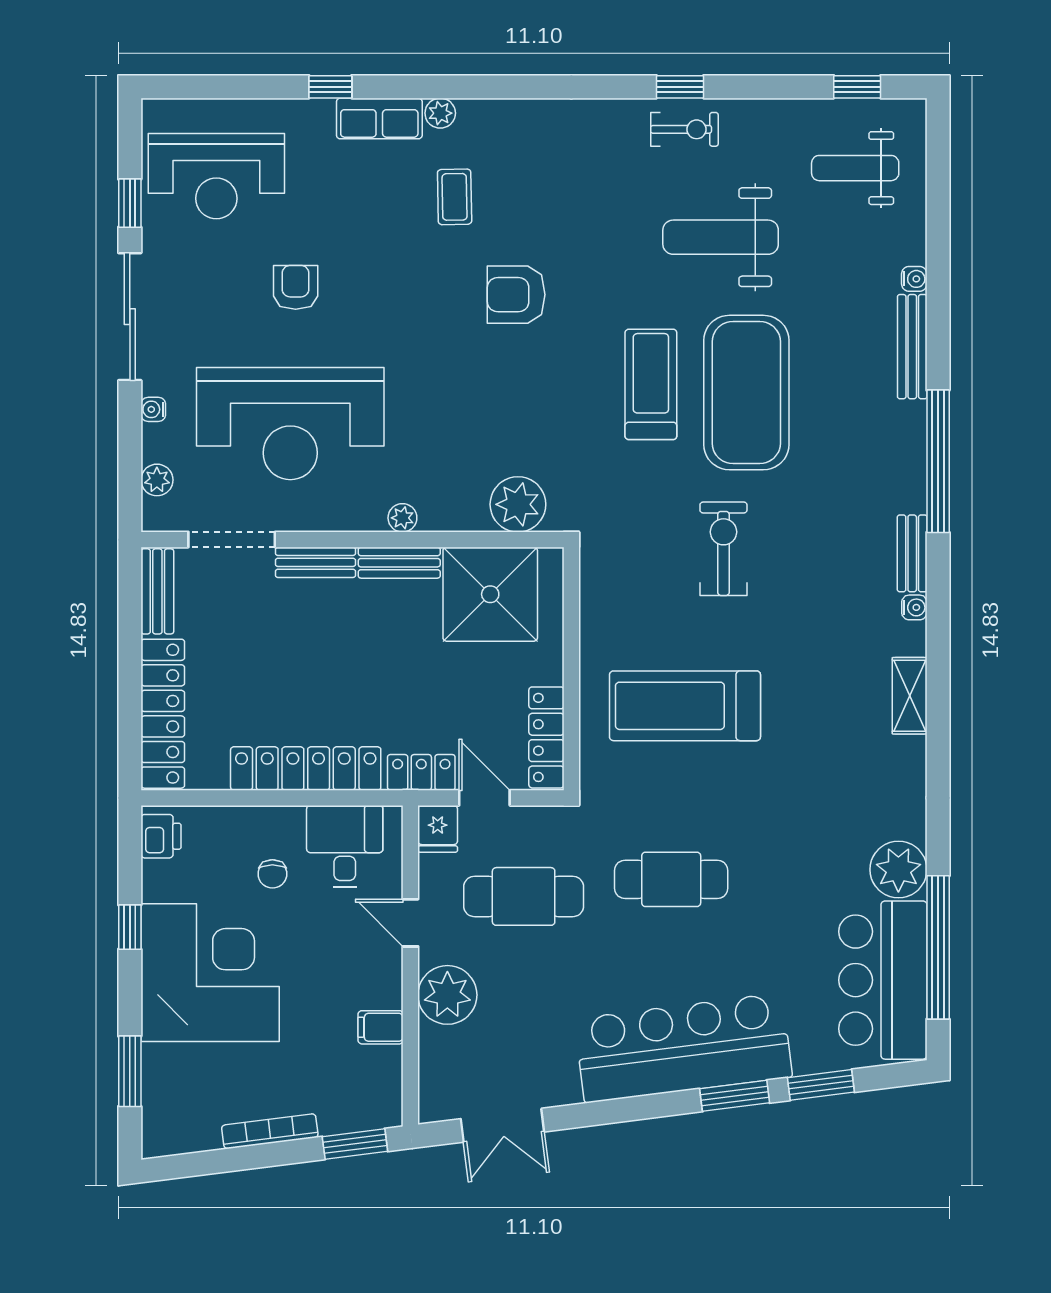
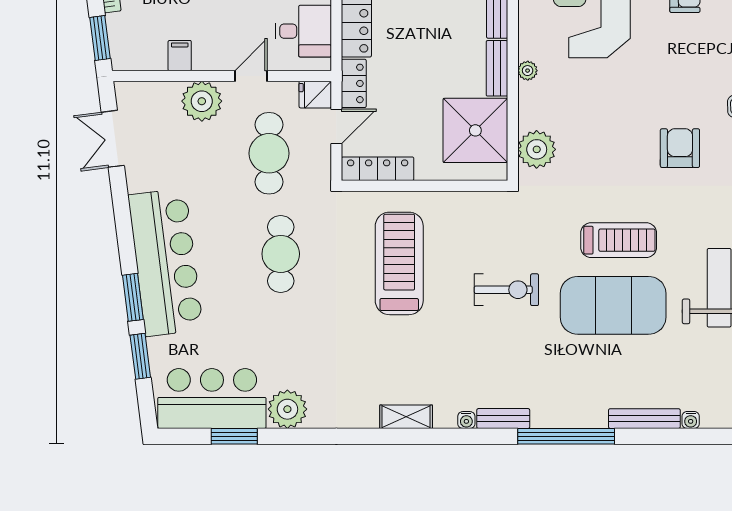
window: (938, 947) -> (234, 436), width x0.47

